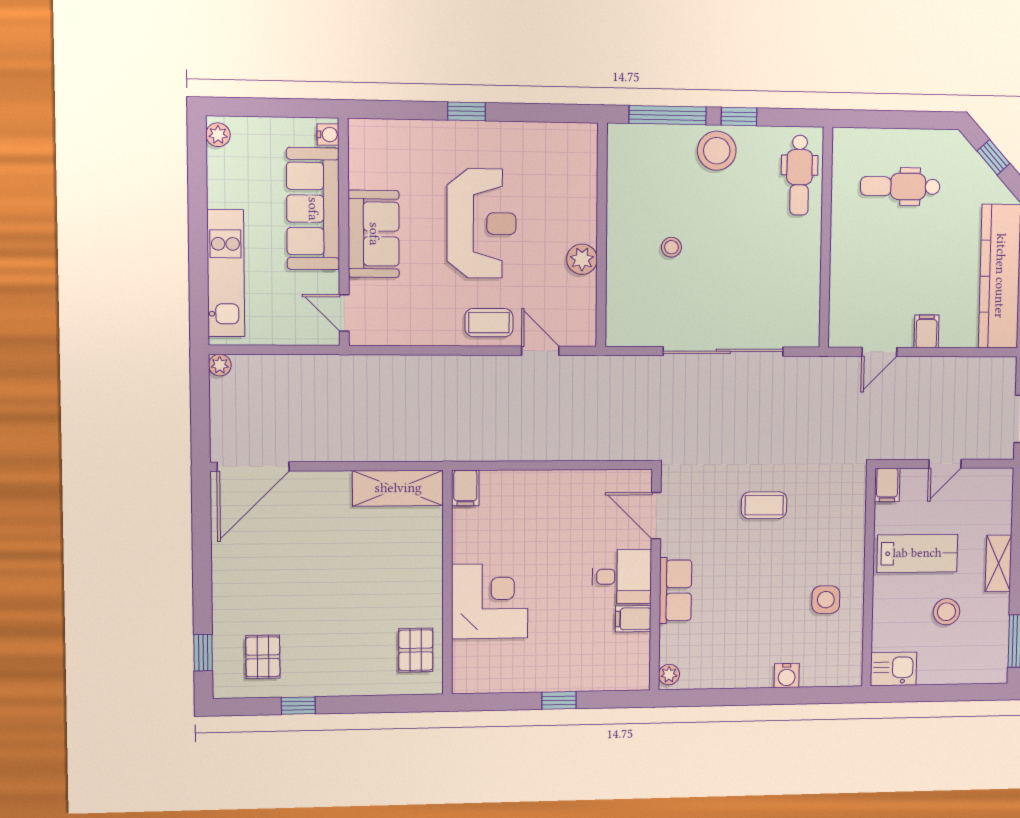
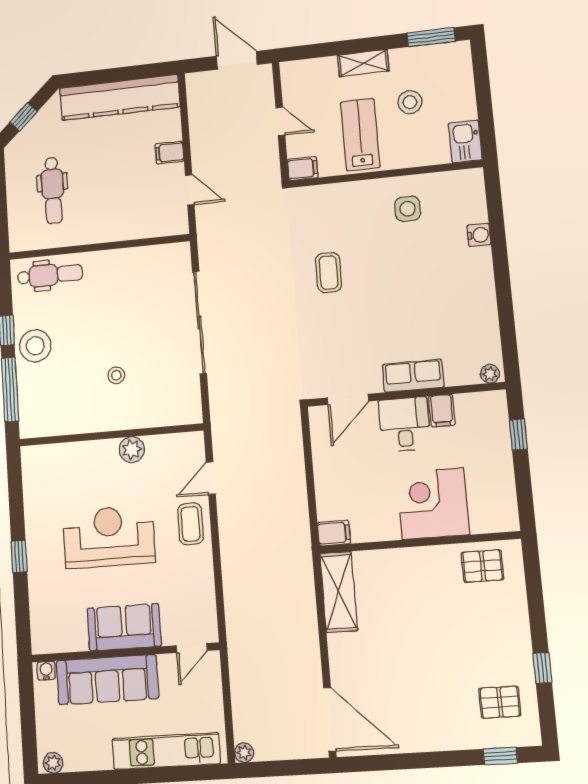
door: (656, 516) -> (348, 399), moved
desk: (622, 577) -> (404, 424), moved
wall: (655, 580) -> (406, 394), moved
row of seats: (675, 590) -> (413, 376), moved
filing cabinet: (633, 619) -> (442, 411), moved
plant: (669, 675) -> (490, 374), moved

